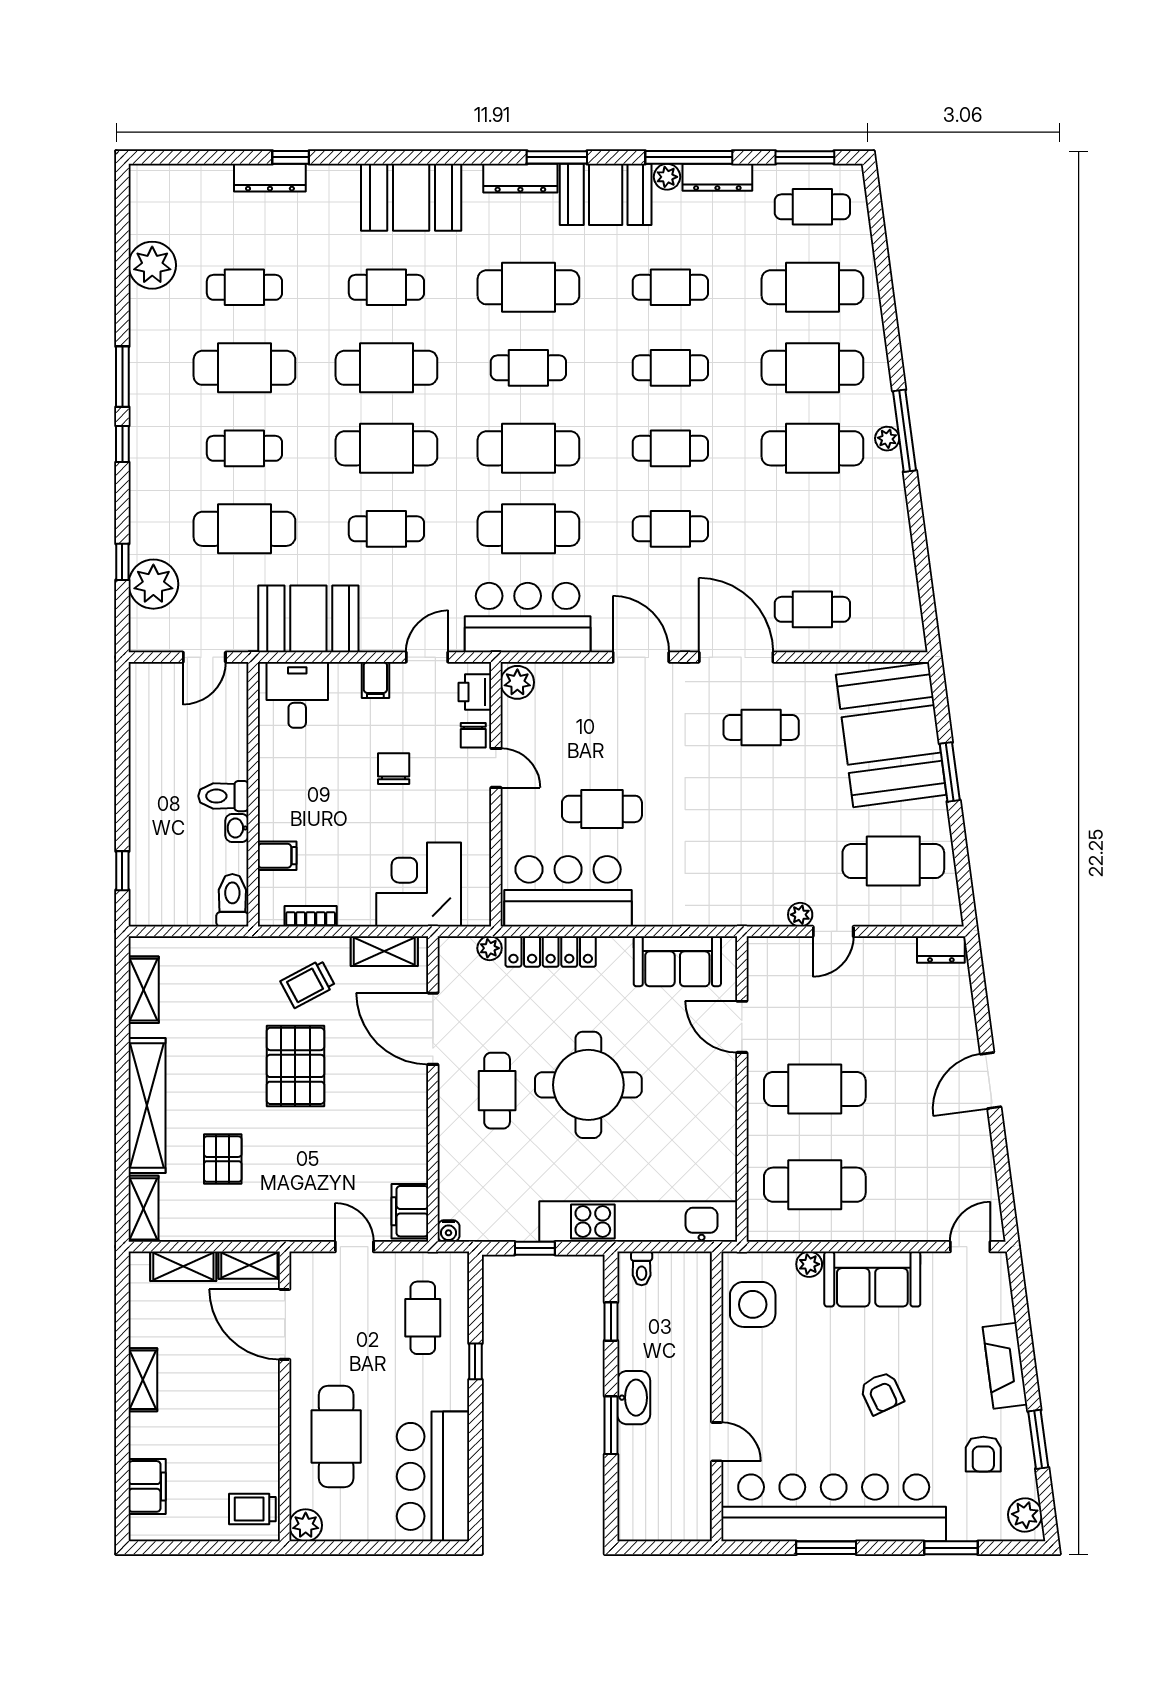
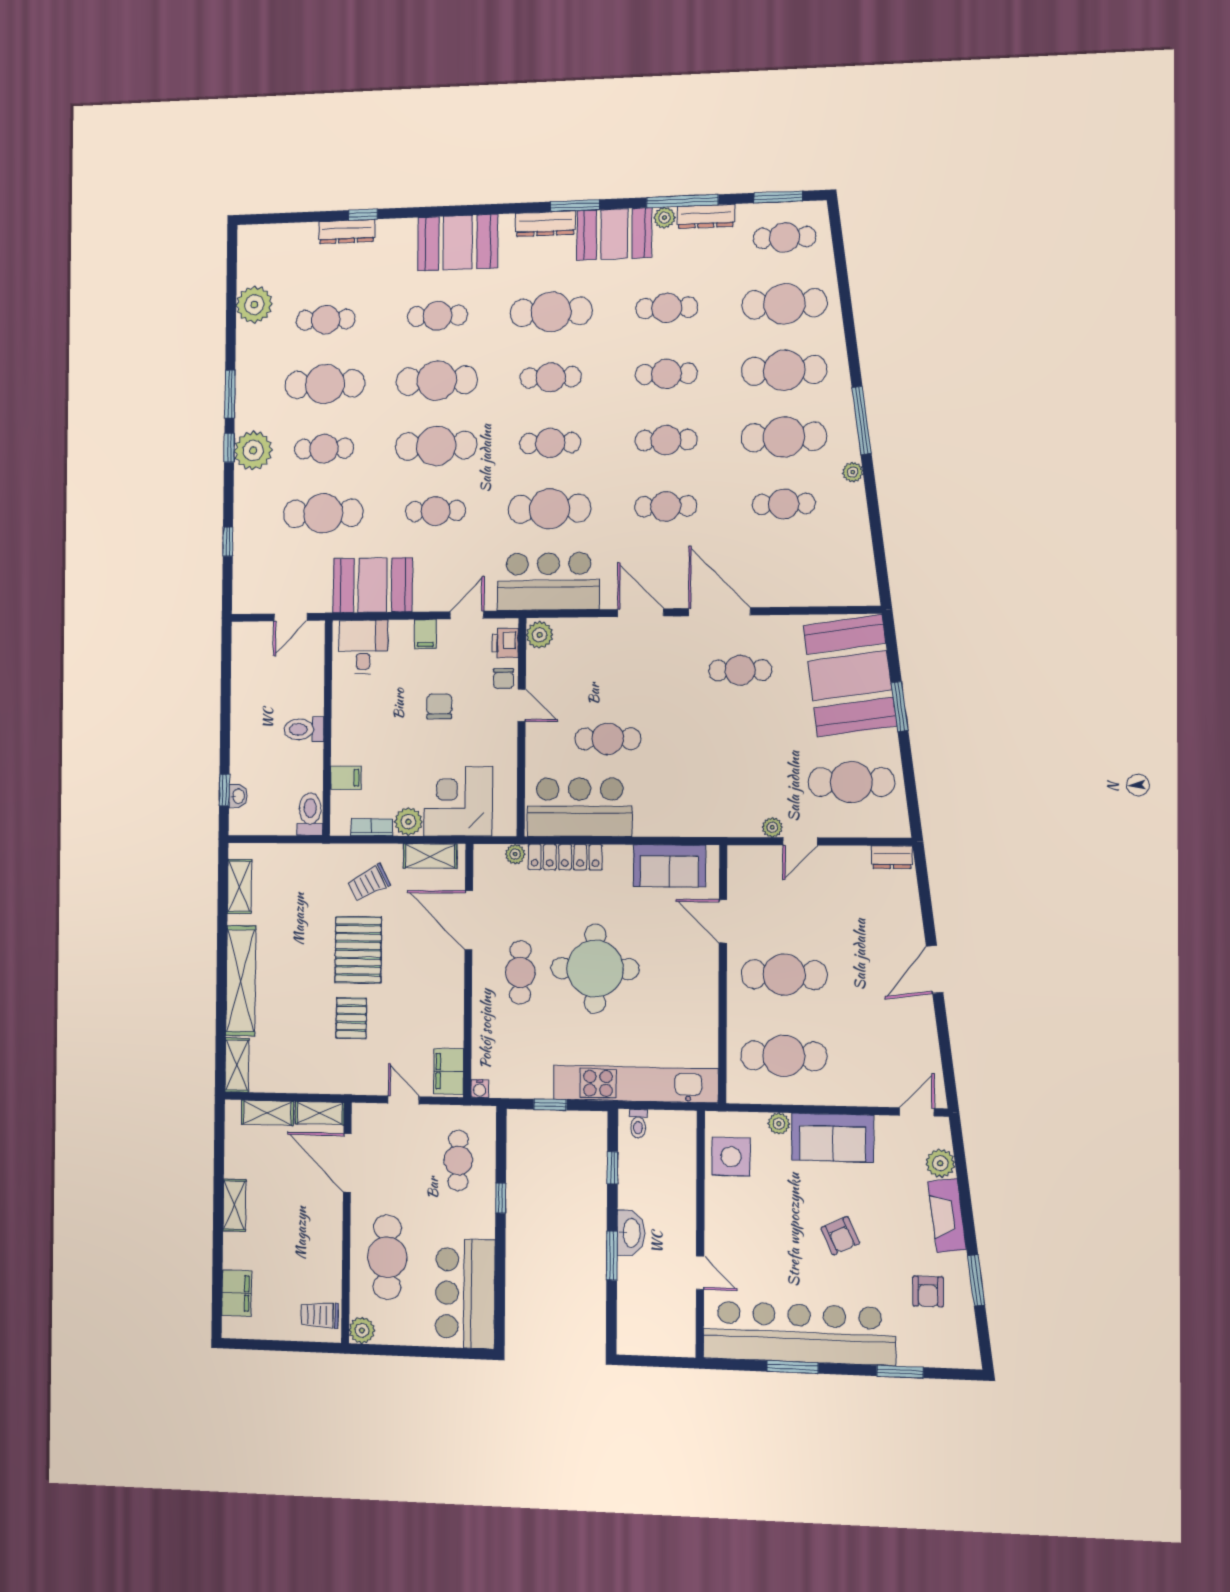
plant: (887, 439) -> (853, 472), moved
cafe table: (528, 448) -> (550, 443), width x0.73, depth x0.74
plant: (153, 584) -> (253, 450), moved
cafe table: (812, 609) -> (784, 504), moved
washbasin: (237, 828) -> (238, 796), moved, turned 180
plant: (357, 909) -> (408, 822), added
pallet: (223, 1159) -> (351, 1018), moved
plant: (1025, 1515) -> (940, 1163), moved

